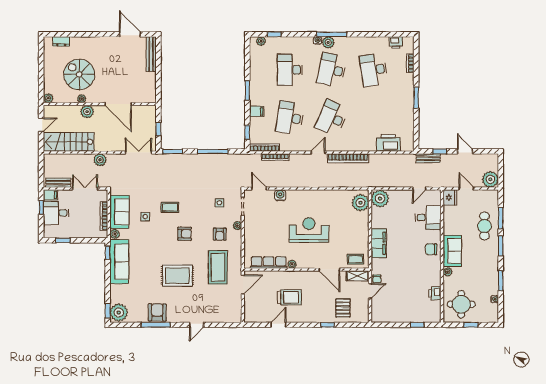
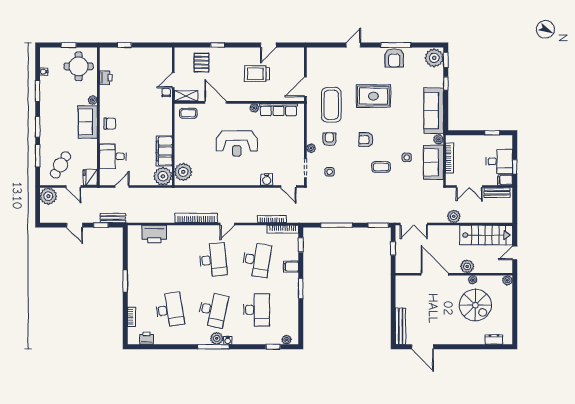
desk: (332, 118) -> (213, 260), turned -30
cafe table: (484, 226) -> (61, 165), moved, turned 31
filing cabinet: (379, 243) -> (164, 151), moved
window: (108, 253) -> (446, 84), moved

